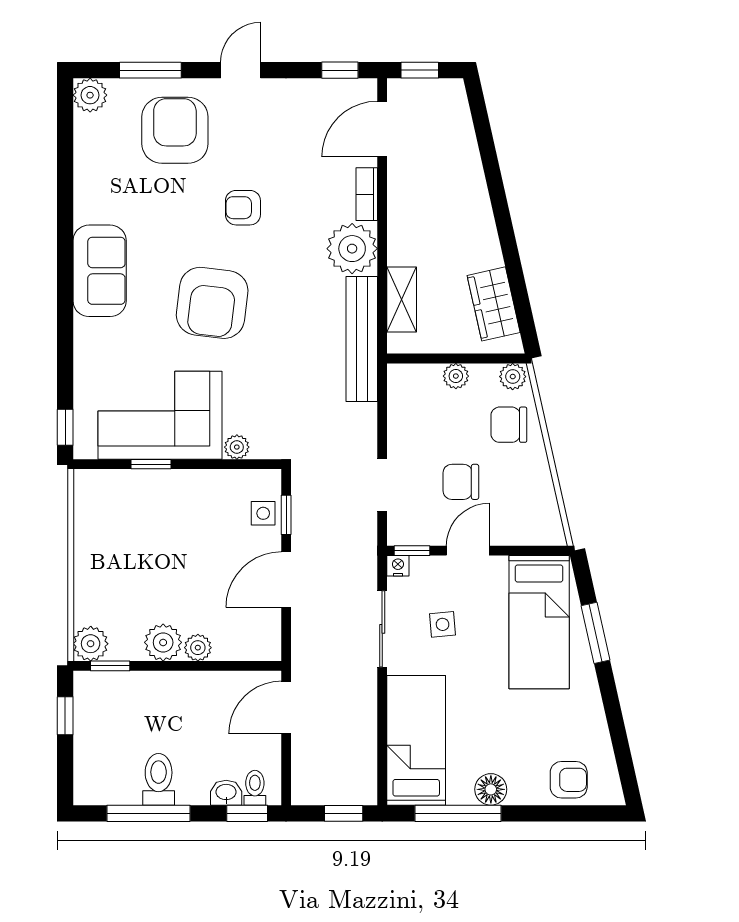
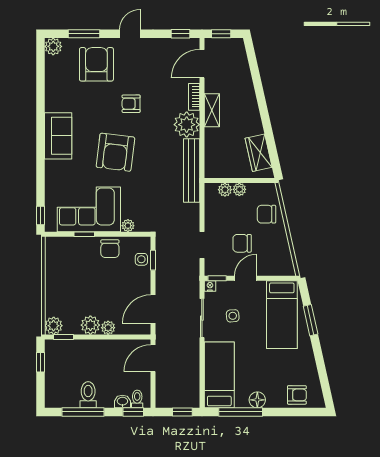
shelving: (402, 300) -> (212, 110), moved
plant: (513, 377) -> (225, 190), moved
chair: (201, 492) -> (110, 249), added
door: (286, 580) -> (153, 309), moved

